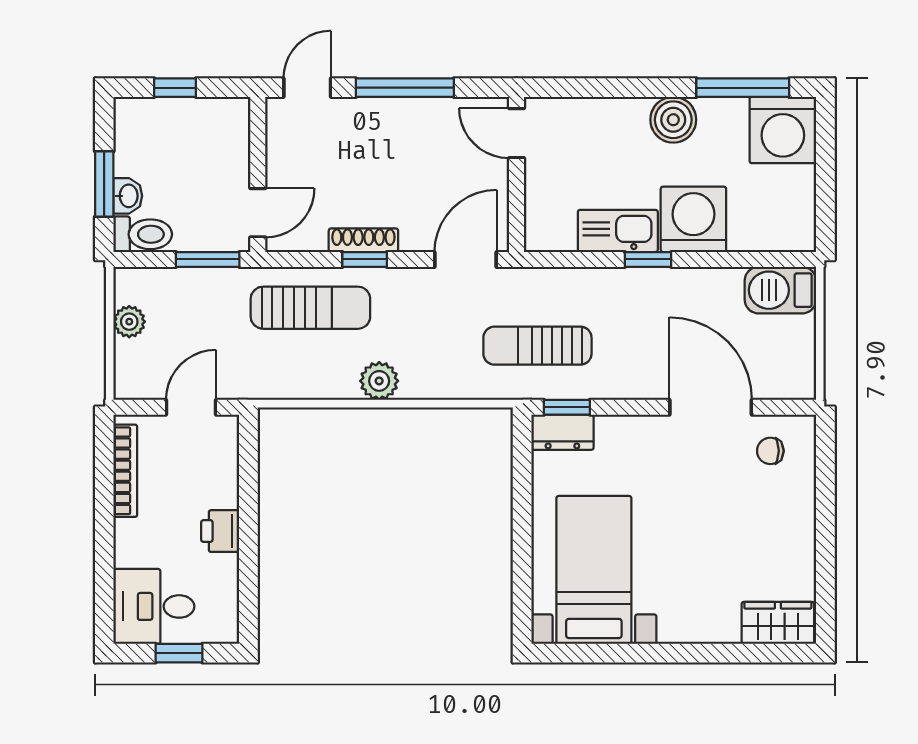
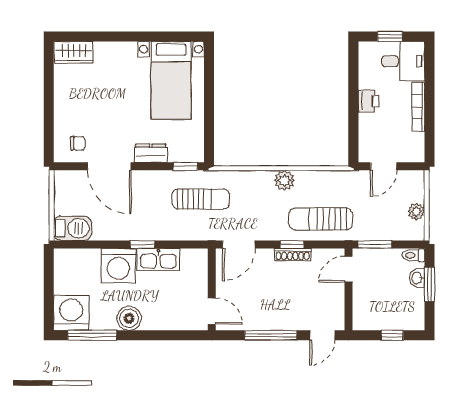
toilet: (143, 234) -> (414, 255), width x0.73, depth x0.72
dresser: (562, 432) -> (151, 153), moved
bookcase: (125, 471) -> (418, 107), moved

